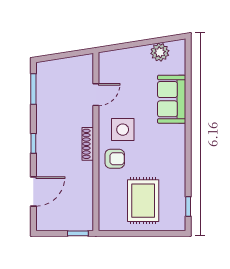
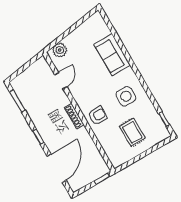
plant: (160, 52) -> (60, 50), moved
side table: (123, 130) -> (126, 96), moved
door: (33, 191) -> (57, 168), width x1.36
rug: (143, 201) -> (132, 132), width x0.73, depth x0.70

